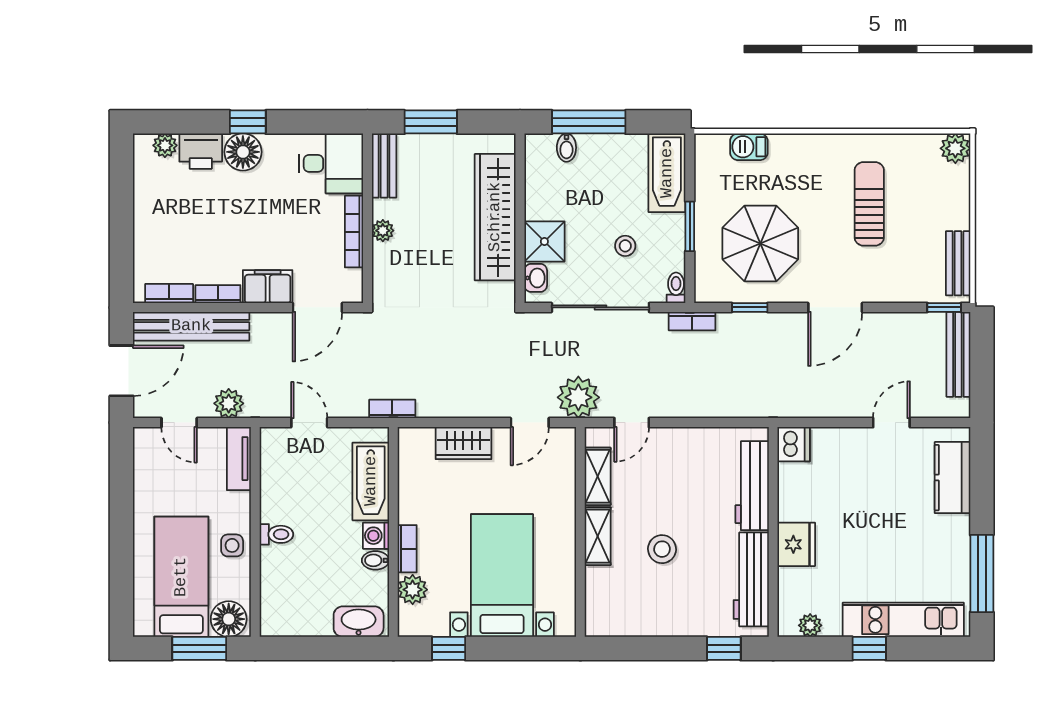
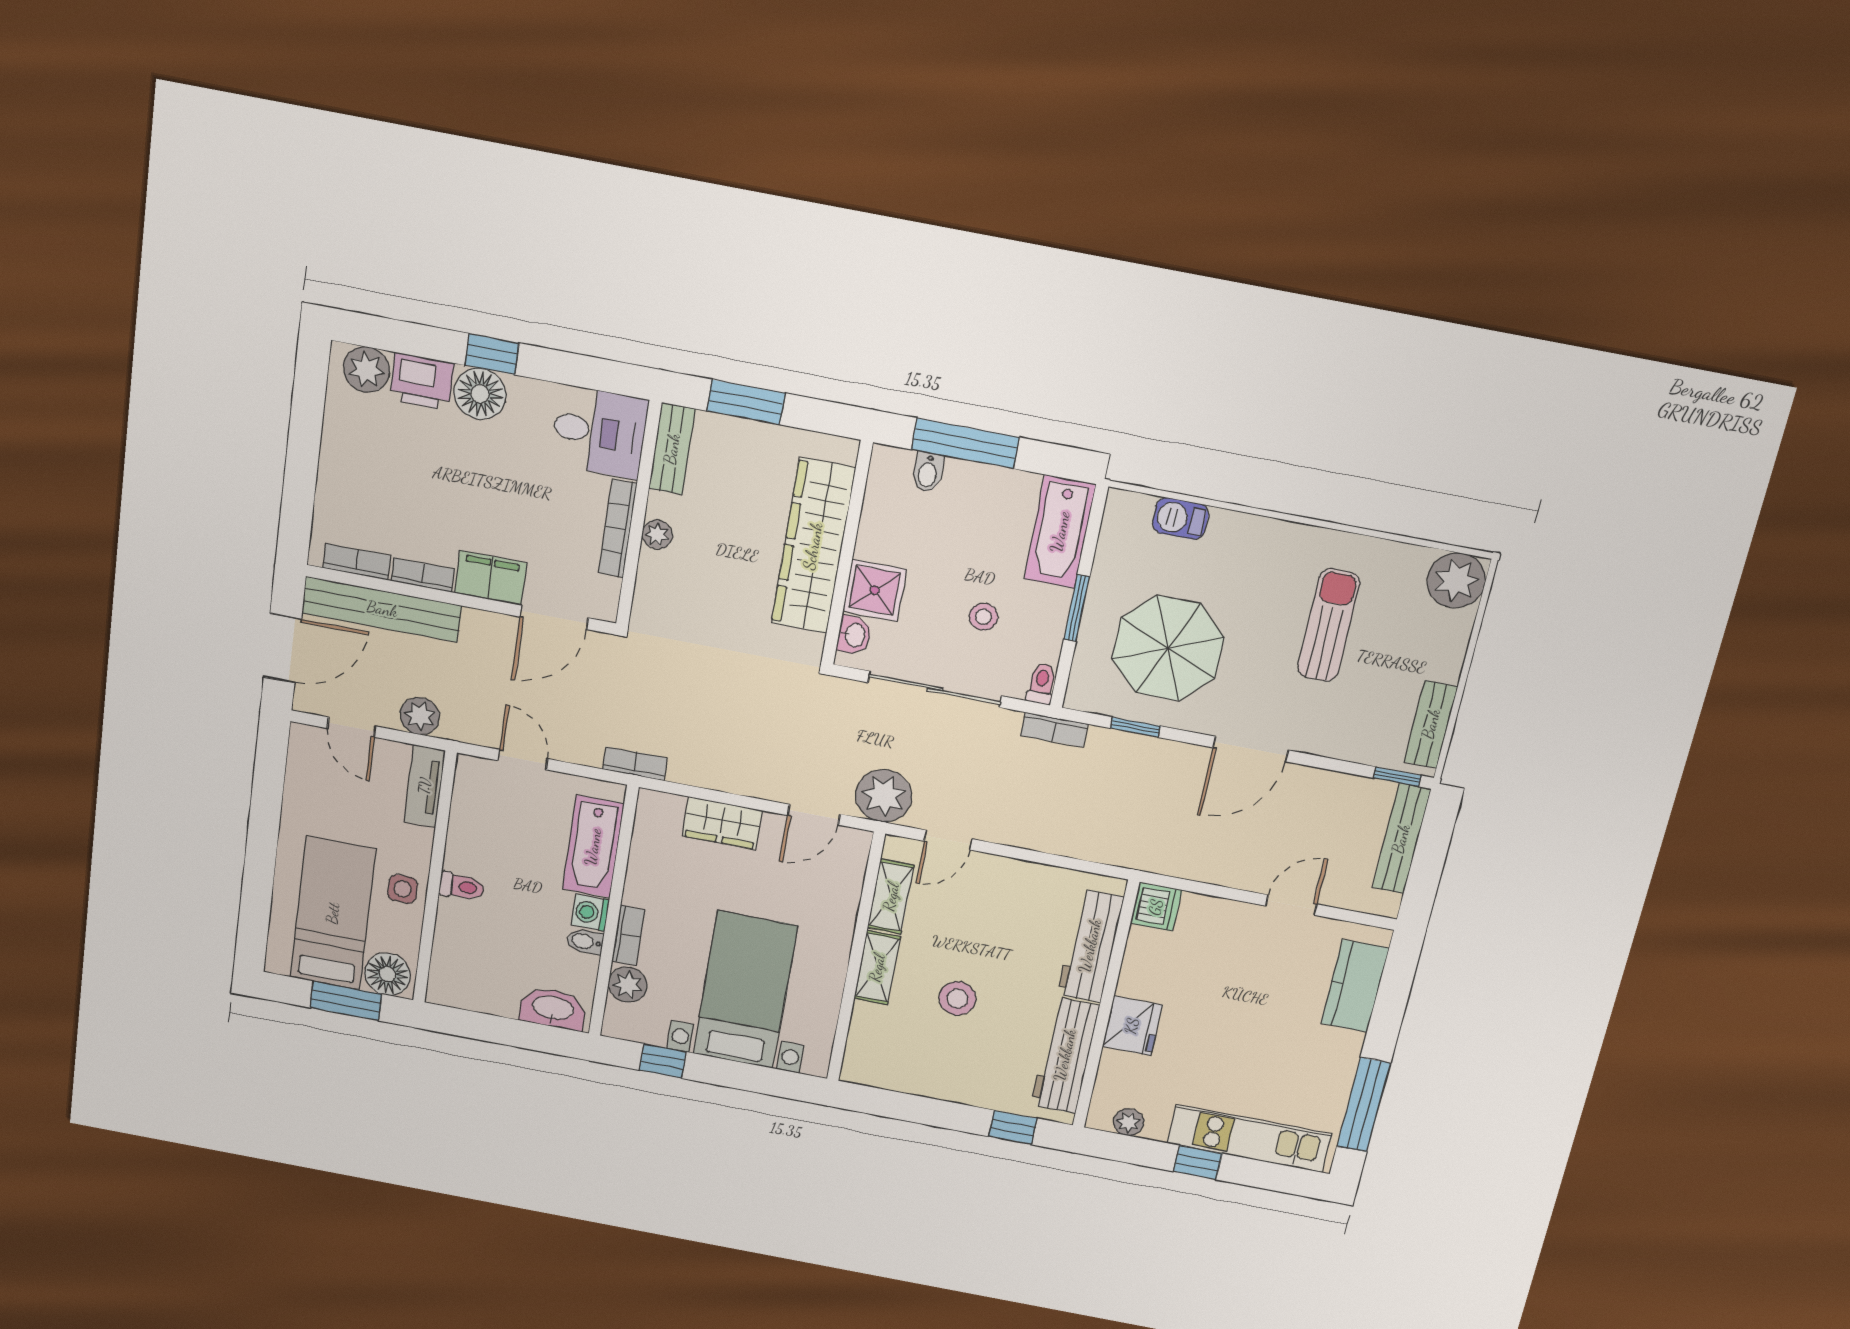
plant: (165, 145) -> (367, 370), width x1.38, depth x1.38
plant: (955, 148) -> (1456, 580), width x1.36, depth x1.36

